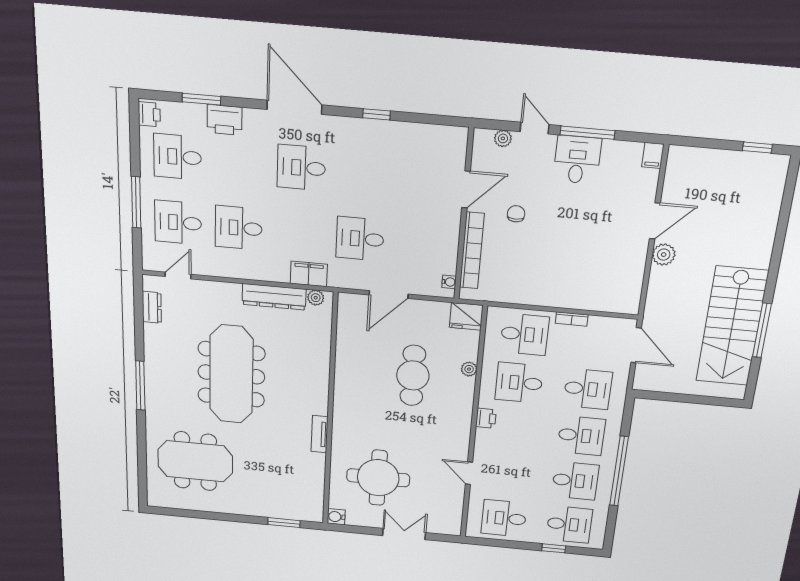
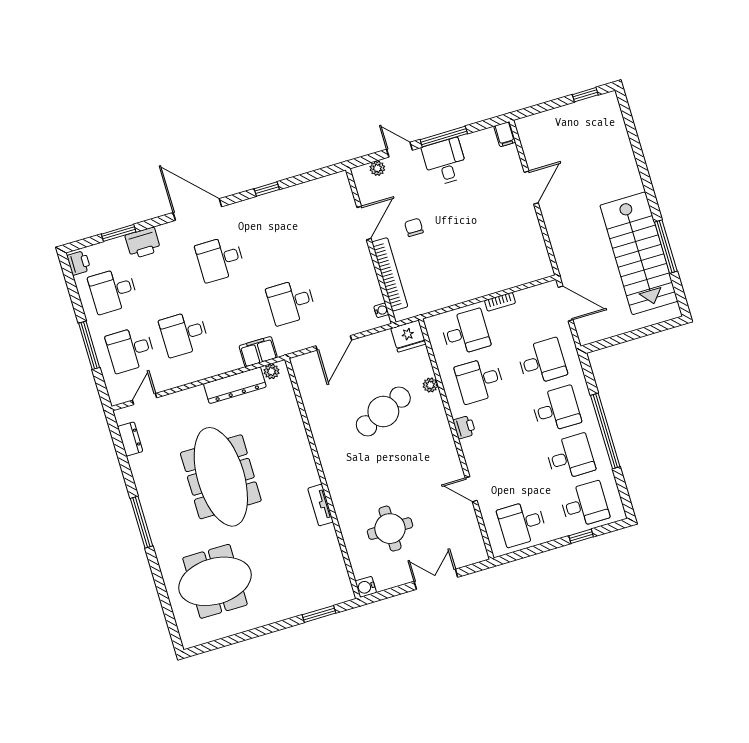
plant: (664, 255) -> (552, 213), removed
cafe table: (413, 375) -> (383, 411), turned 66
round table: (378, 478) -> (390, 529), width x0.73, depth x0.73

